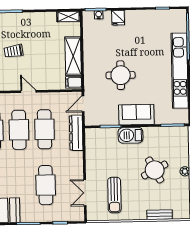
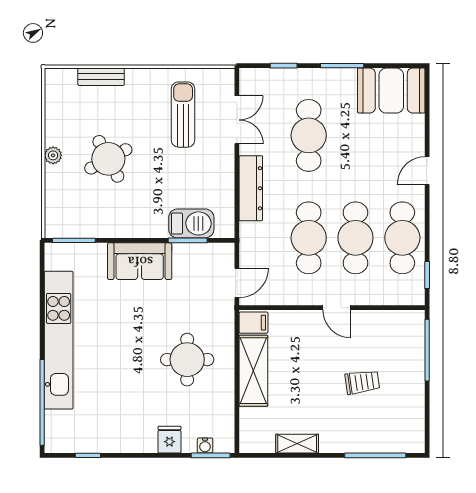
shelving: (68, 17) -> (297, 444), moved
round table: (121, 75) -> (187, 360), moved
dresser: (76, 133) -> (251, 188), moved
barbecue: (130, 135) -> (191, 223), moved

